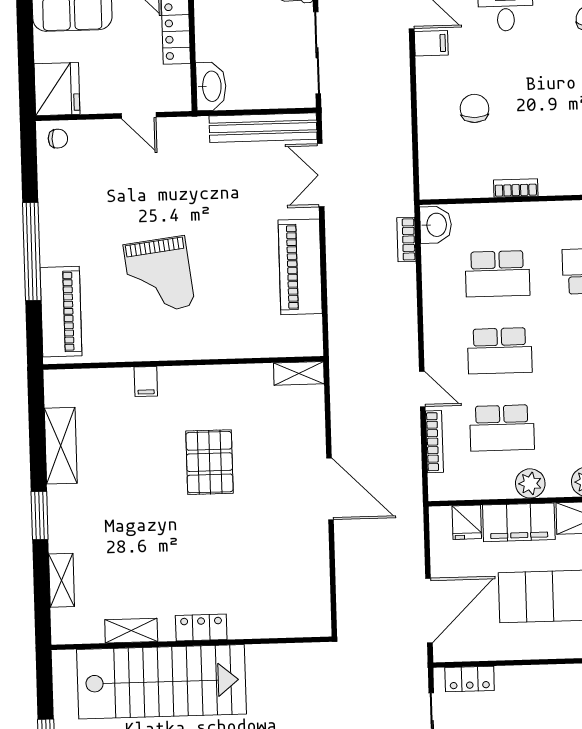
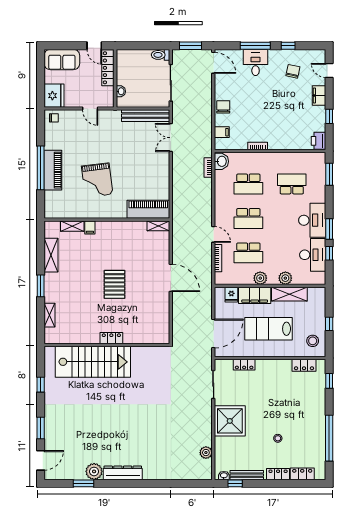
filing cabinet: (431, 43) -> (222, 132), moved
washbasin: (211, 86) -> (121, 91), width x0.52, depth x0.69
chair: (474, 108) -> (223, 107), moved
piano: (300, 267) -> (148, 209), moved, turned 90
piano: (61, 312) -> (53, 170), moved
pallet: (210, 462) -> (115, 284), moved
shelving: (131, 631) -> (72, 226), moved
locker: (470, 679) -> (244, 365), moved

